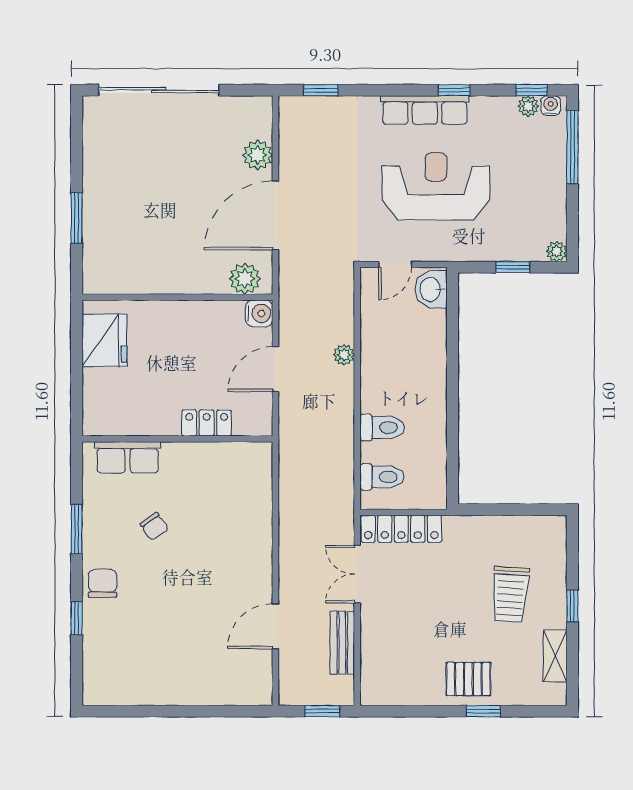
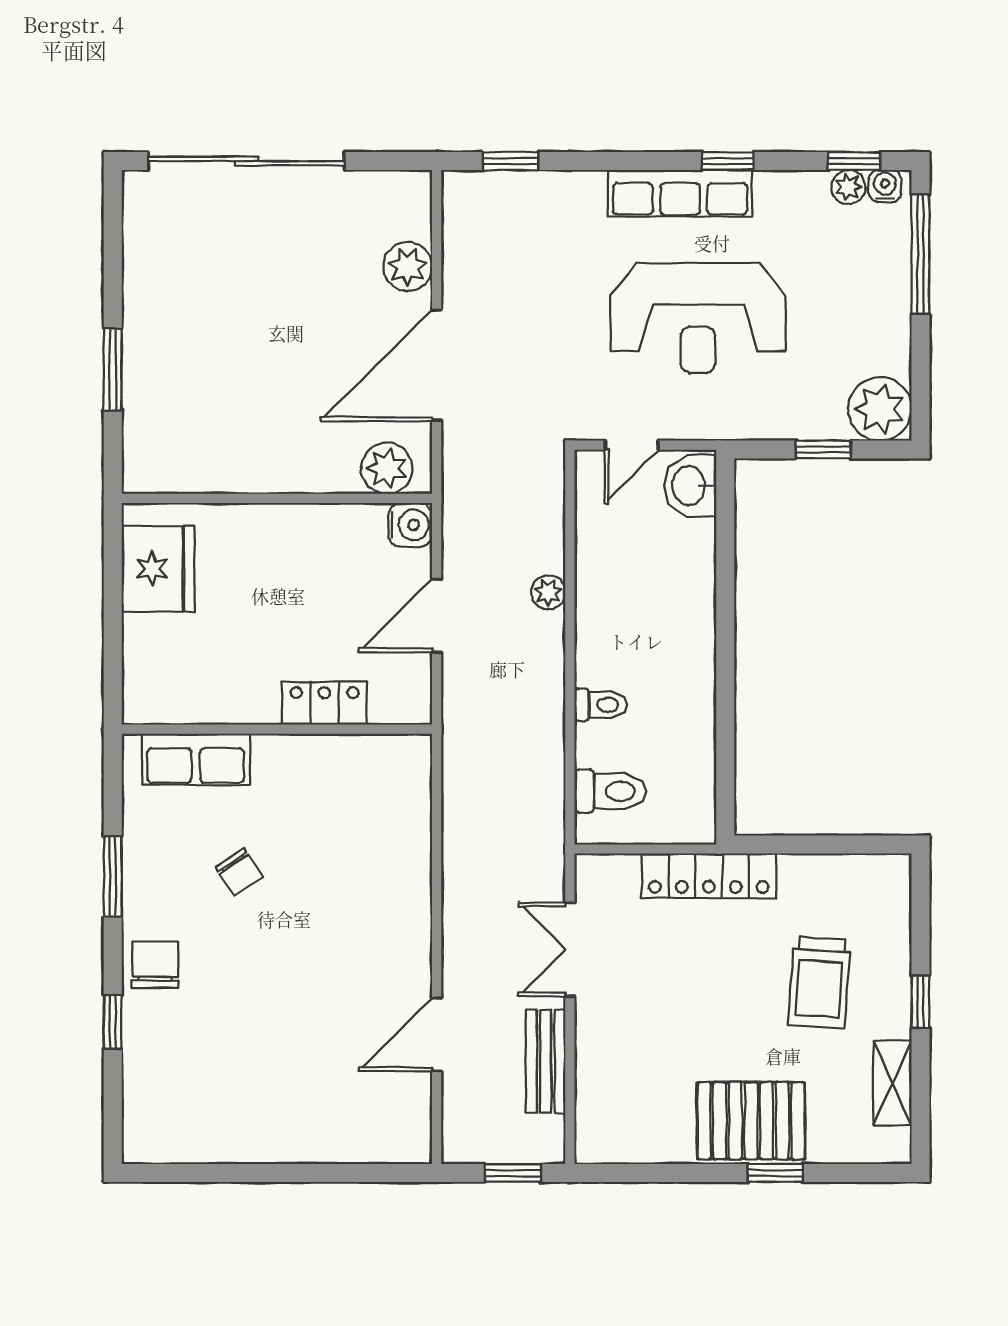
reception desk: (436, 186) -> (698, 318), turned 180
plant: (557, 251) -> (880, 409), width x1.87, depth x1.87
toilet: (382, 428) -> (601, 705), width x0.73, depth x0.72
locker: (401, 529) -> (709, 876), moved
pallet: (468, 679) -> (751, 1121), width x1.50, depth x1.42

